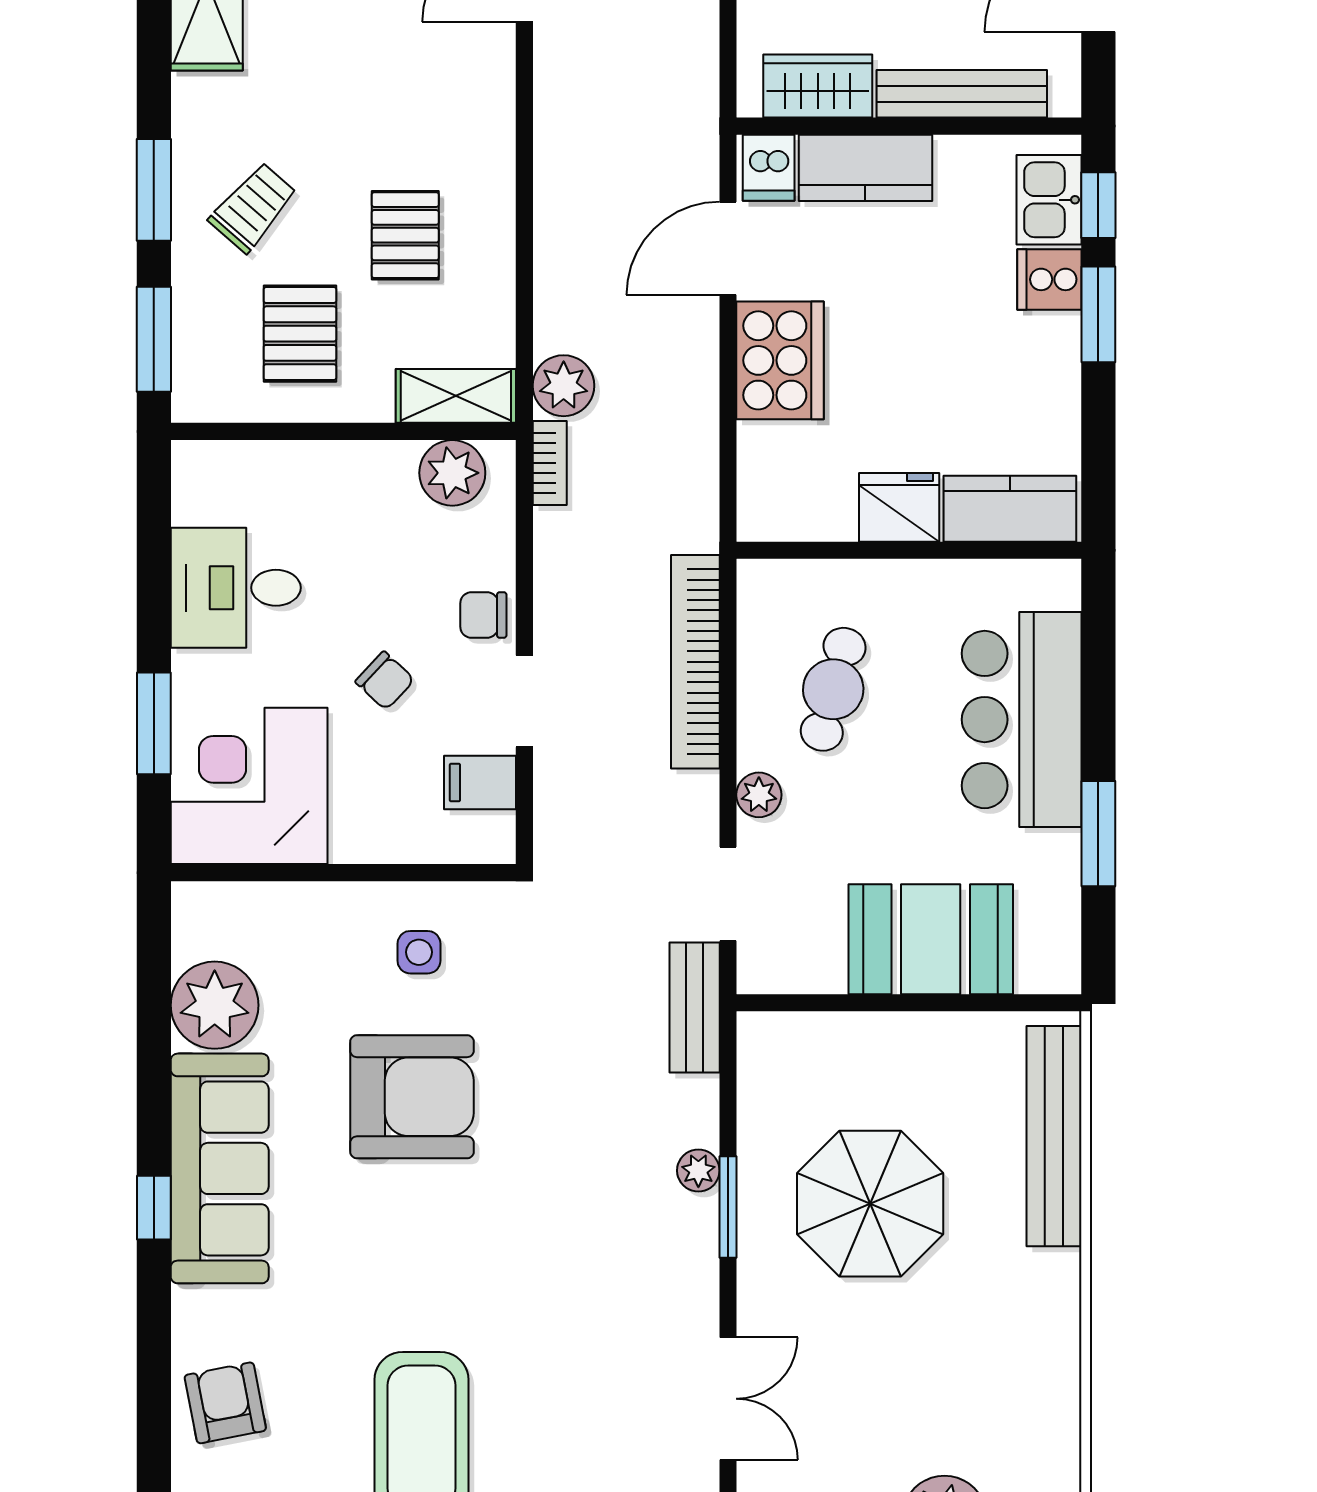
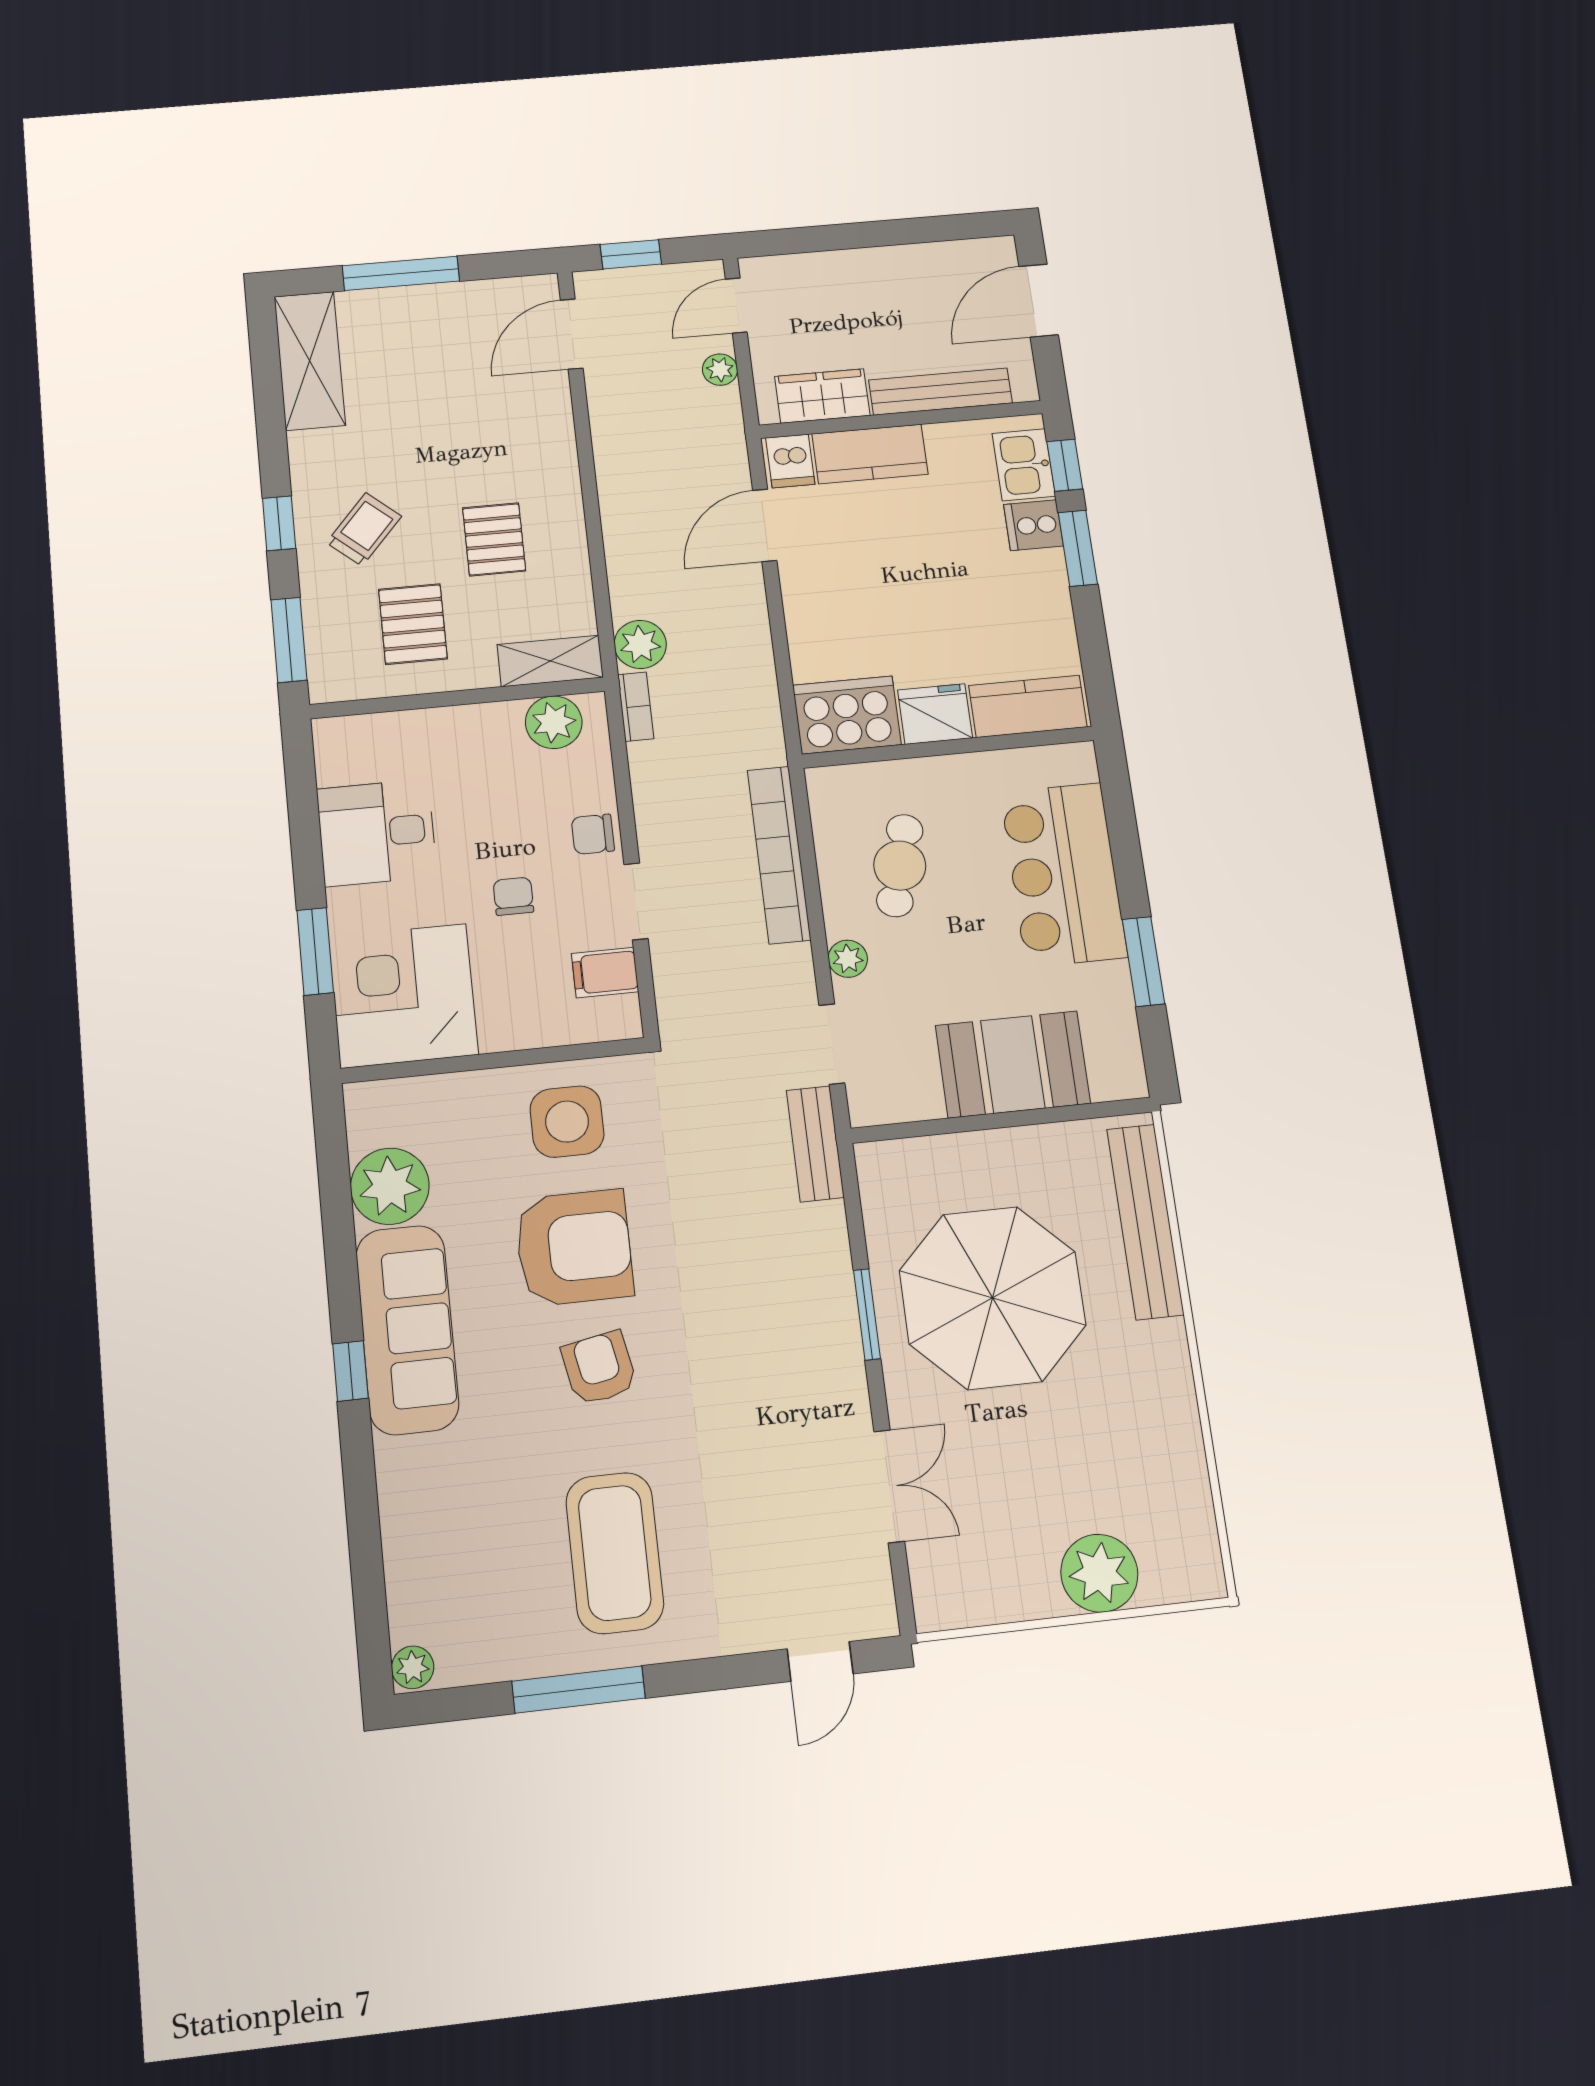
window: (154, 190) -> (279, 523), width x0.67
cooker: (780, 360) -> (847, 715), moved, turned -90
chair: (385, 681) -> (513, 896), turned -133
side table: (419, 952) -> (567, 1122), width x1.87, depth x1.87
plant: (698, 1171) -> (720, 370), moved
parasol: (870, 1204) -> (992, 1298), width x1.36, depth x1.36
armchair: (225, 1403) -> (599, 1368), moved

